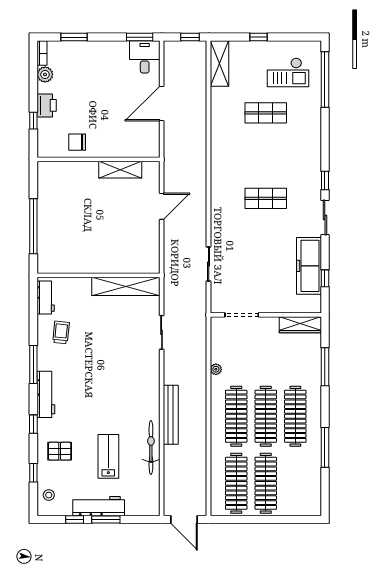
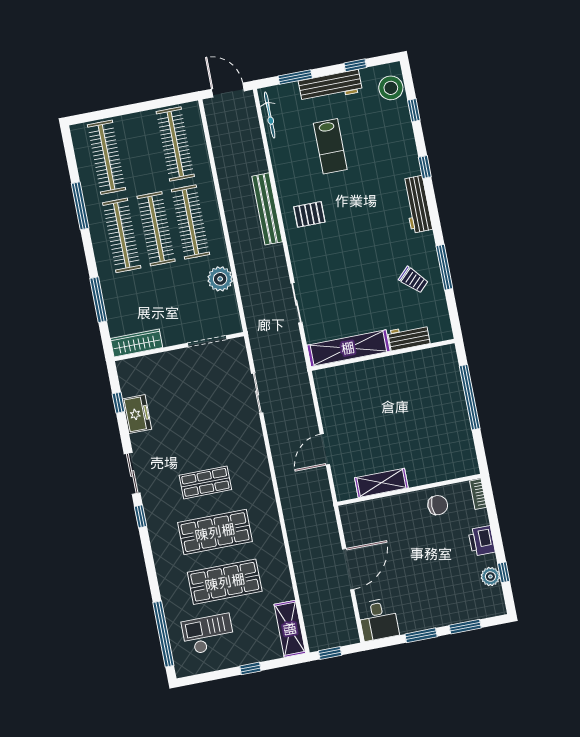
window: (140, 37) -> (421, 635), moved
bookcase: (42, 53) -> (478, 494), moved
shop shelf: (266, 113) -> (225, 582), width x1.43, depth x1.36
window: (33, 121) -> (504, 572), moved
shop shelf: (266, 156) -> (215, 532), added
freezer: (309, 266) -> (137, 414), width x0.52, depth x0.79
workbench: (46, 298) -> (409, 337), moved, turned 90
trolley: (61, 332) -> (413, 280), turned -51
window: (33, 365) -> (444, 267), moved
plant: (216, 369) -> (220, 279), width x1.88, depth x1.88
bicycle: (151, 447) -> (270, 115), moved, width x0.73, depth x0.71
pallet: (60, 451) -> (309, 214), moved
clothes rail: (266, 483) -> (107, 157), moved
stool: (49, 495) -> (391, 88), width x1.89, depth x1.89
window: (106, 519) -> (295, 77), moved

